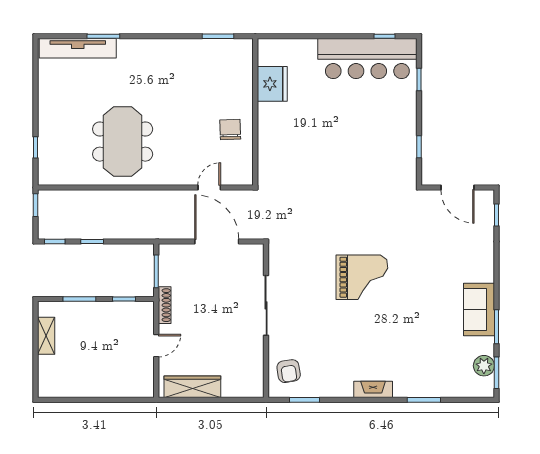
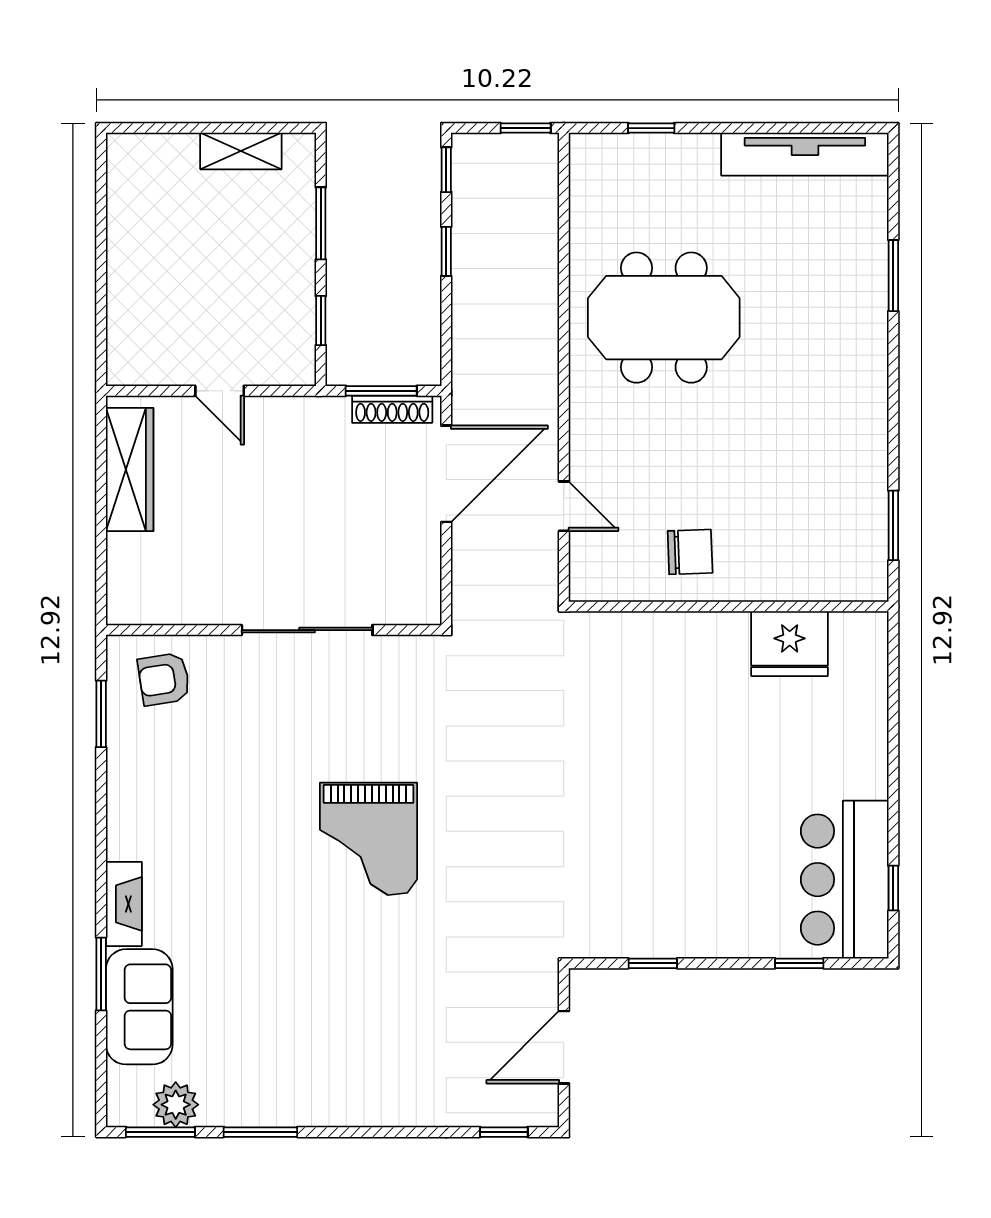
tv unit: (78, 48) -> (805, 154), moved, turned -90
bar counter: (367, 59) -> (845, 880), width x0.73
door: (217, 241) -> (446, 474), moved
shoe rack: (165, 305) -> (392, 409), moved
sofa: (479, 310) -> (139, 1007), moved, turned 90
fireplace: (373, 389) -> (124, 904), moved

